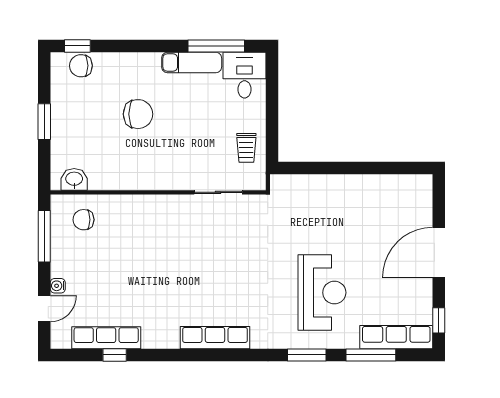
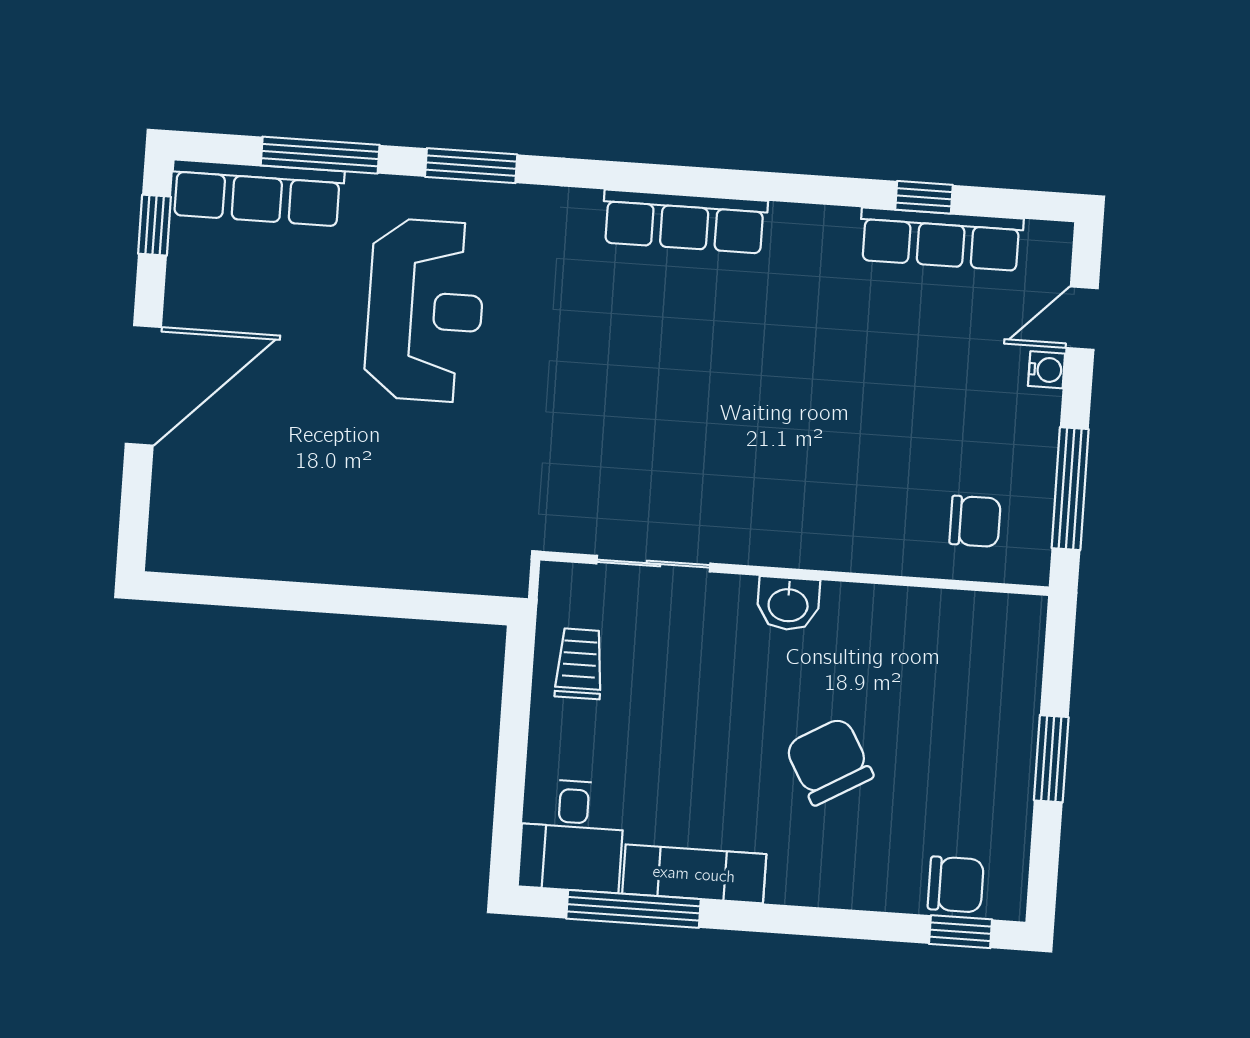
chair: (138, 114) -> (829, 761), turned 60
washbasin: (74, 179) -> (788, 604), moved
reception desk: (322, 293) -> (425, 310), turned 180

